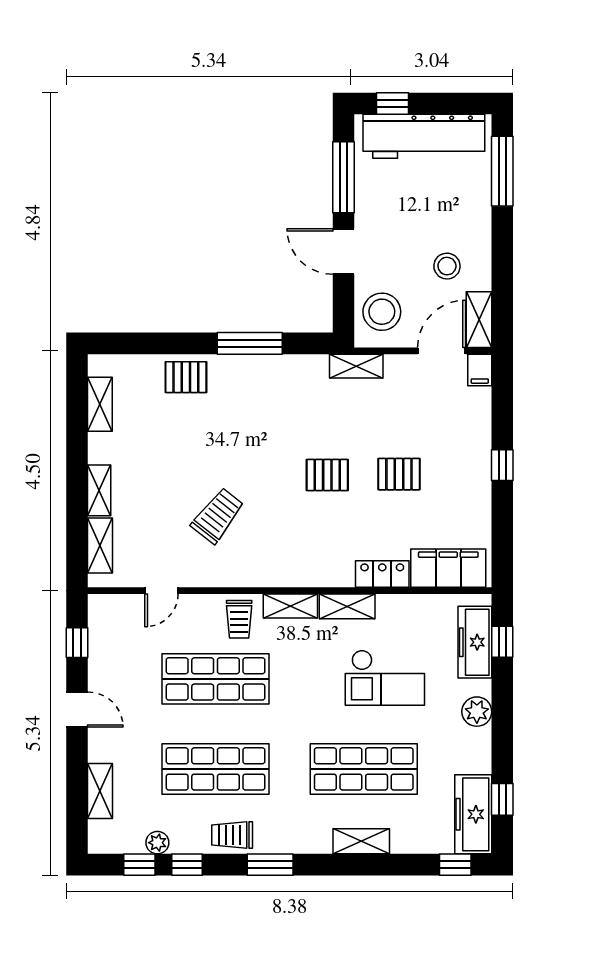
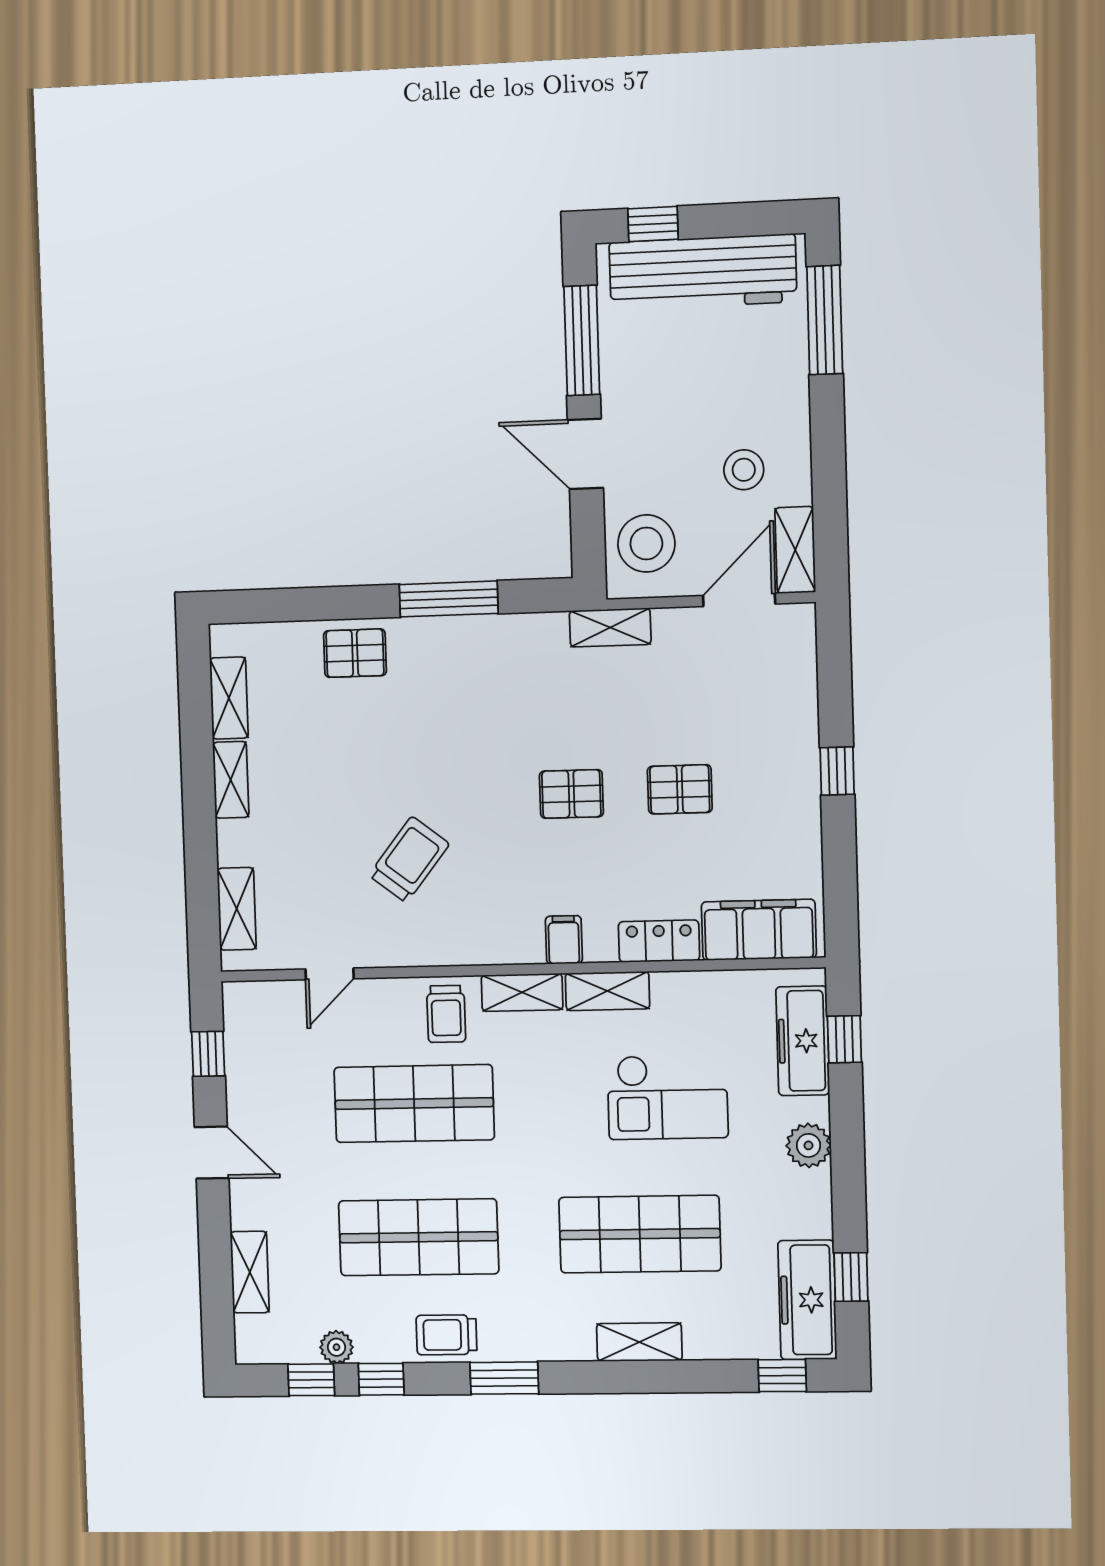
filing cabinet: (480, 370) -> (564, 940), moved, turned 180
shelving: (99, 490) -> (231, 780), moved

